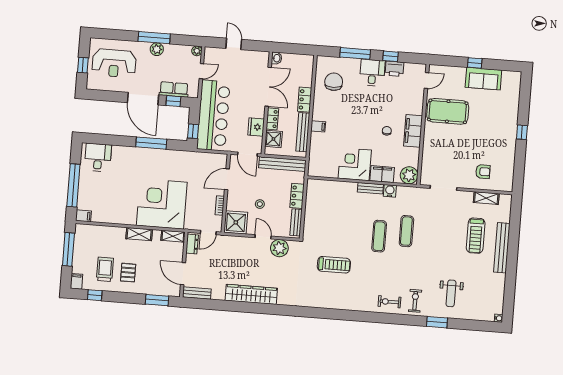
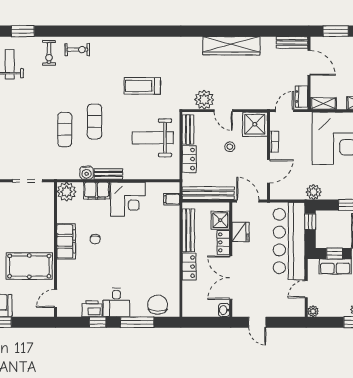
door: (234, 44) -> (257, 322), moved
chair: (334, 82) -> (158, 305), moved, turned 180
filing cabinet: (318, 126) -> (172, 199), moved
plant: (188, 158) -> (314, 192), added
weight bench: (328, 217) -> (153, 138), added

